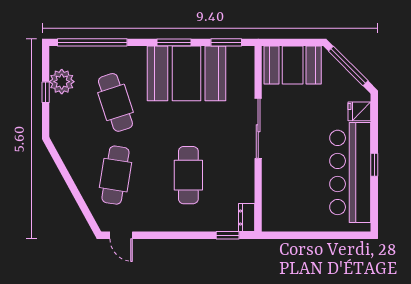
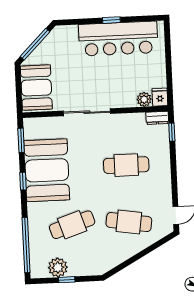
window: (174, 42) -> (23, 181), width x0.67
fridge: (359, 111) -> (160, 97), moved, turned 180
plant: (271, 202) -> (144, 99), added

